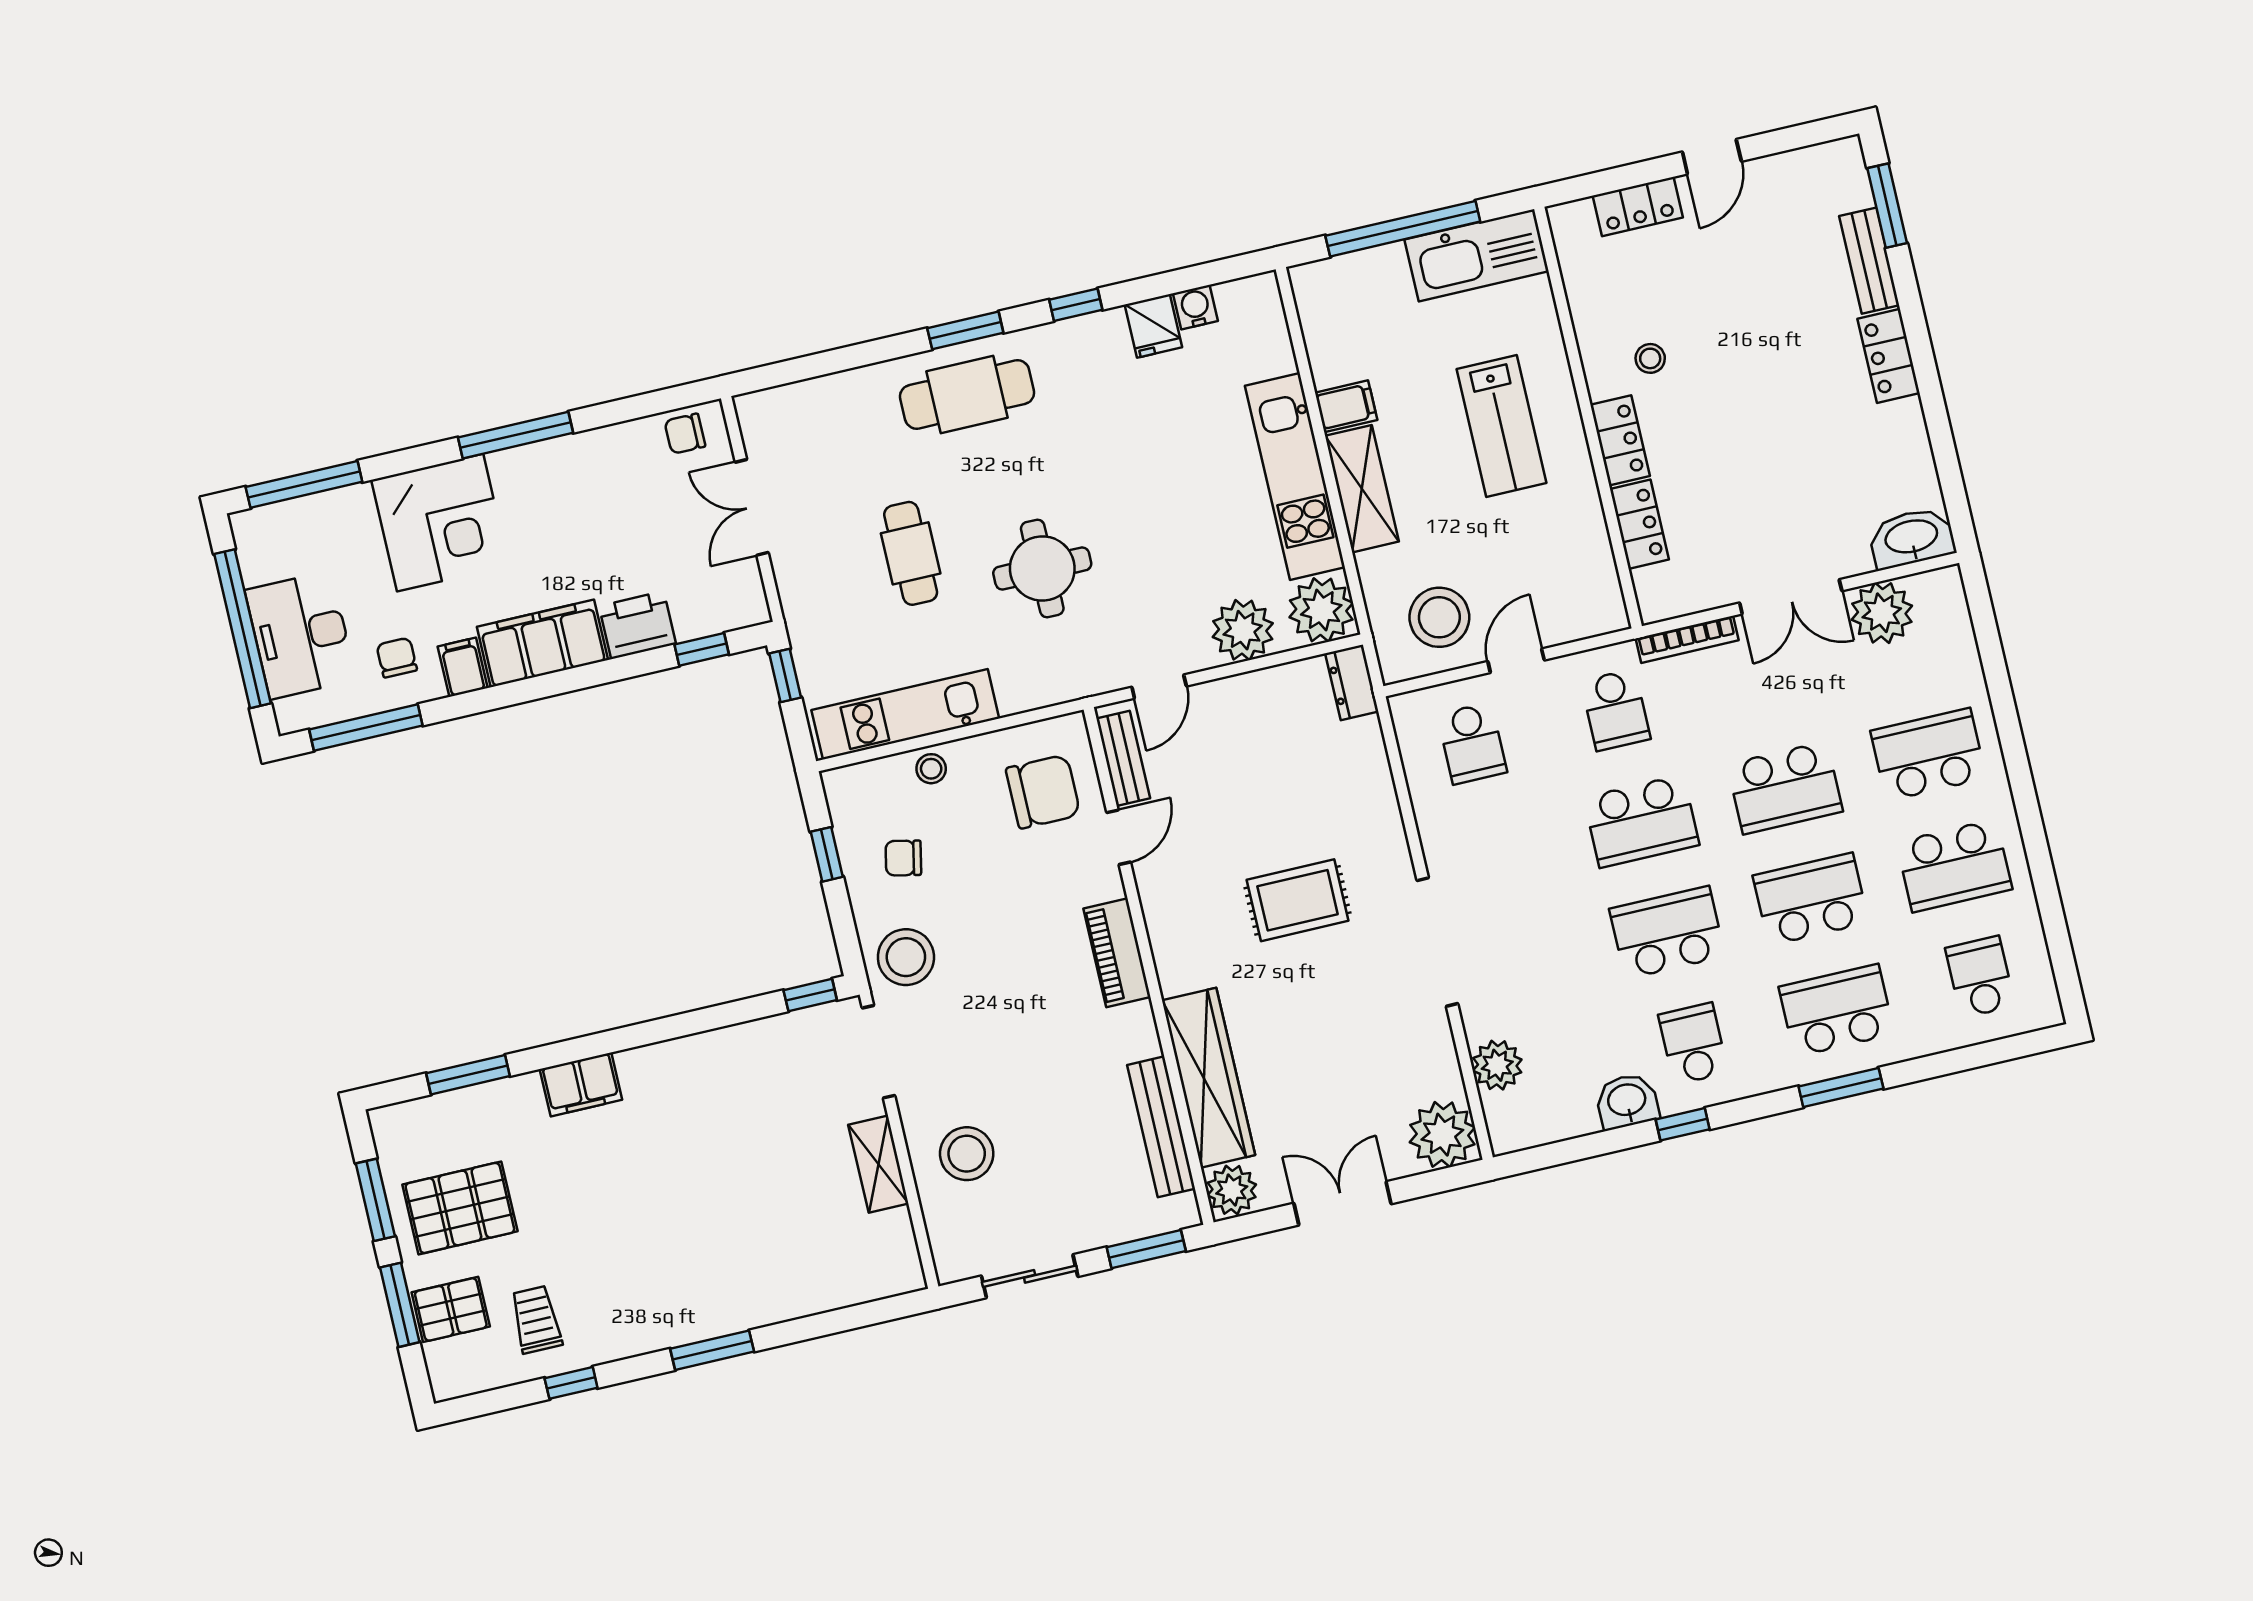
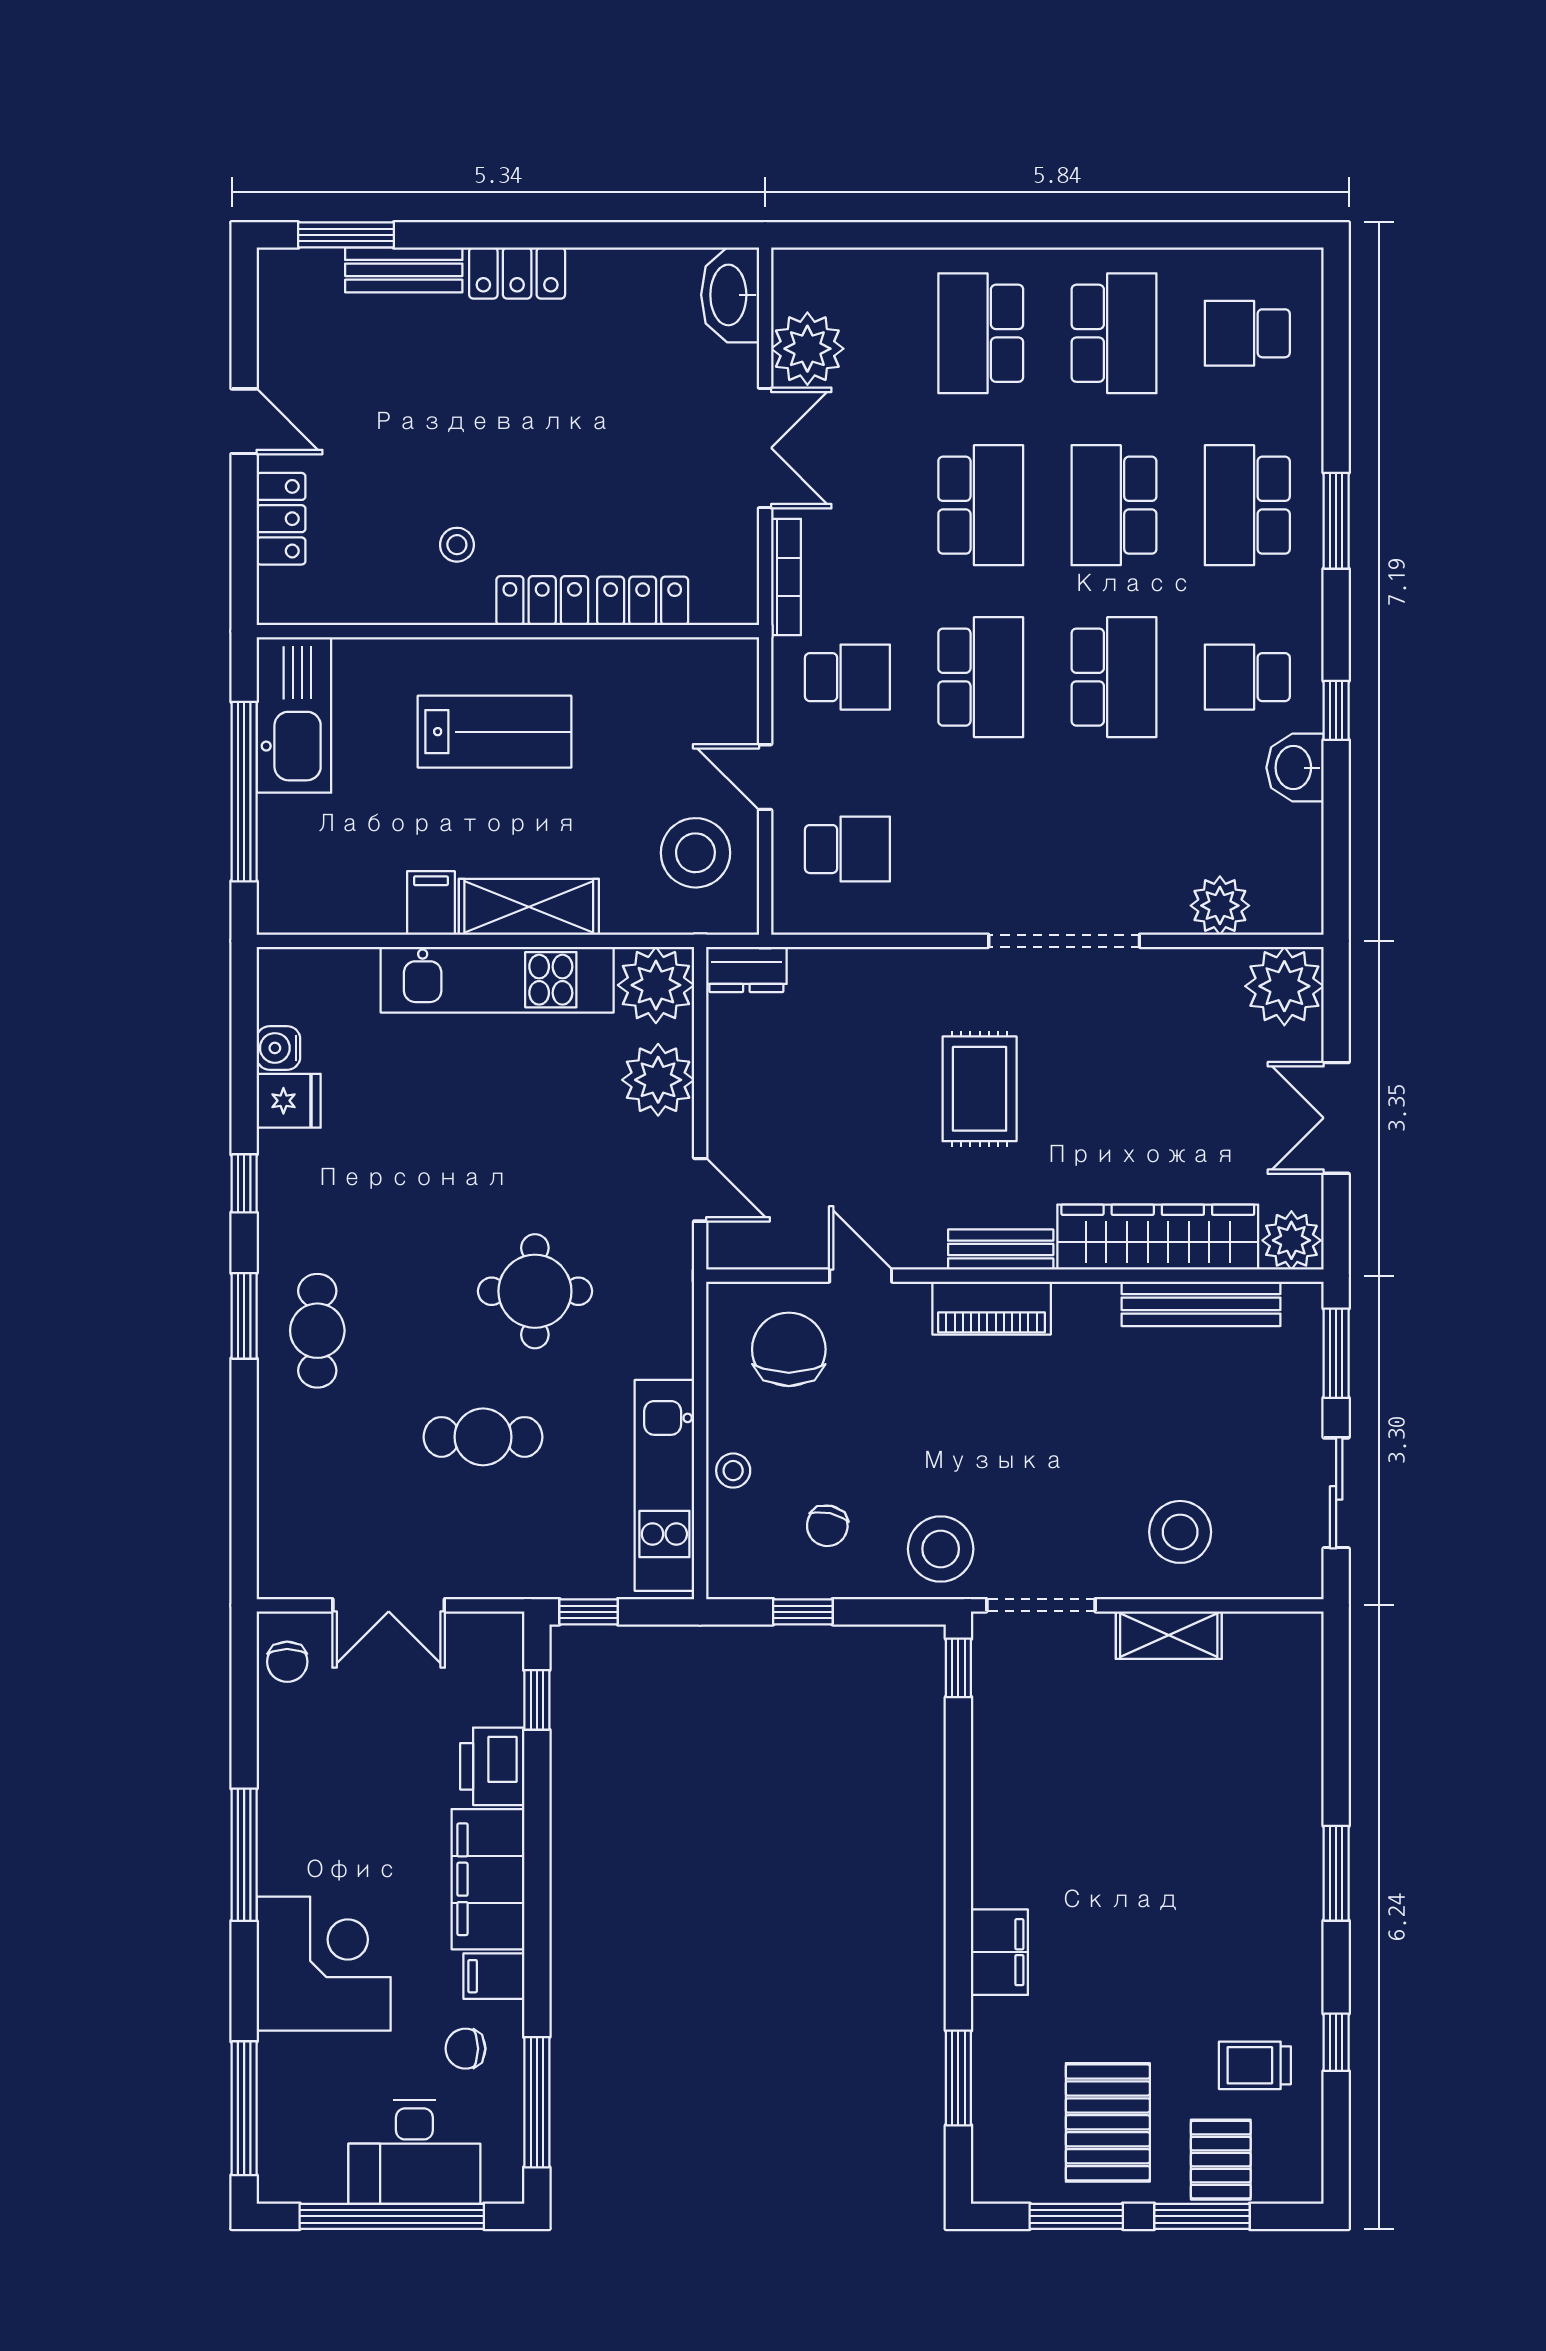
cafe table: (967, 395) -> (317, 1331), width x0.73, depth x0.74
bench: (1123, 758) -> (1001, 1249), moved
school desk: (1667, 932) -> (1114, 677), turned 180

